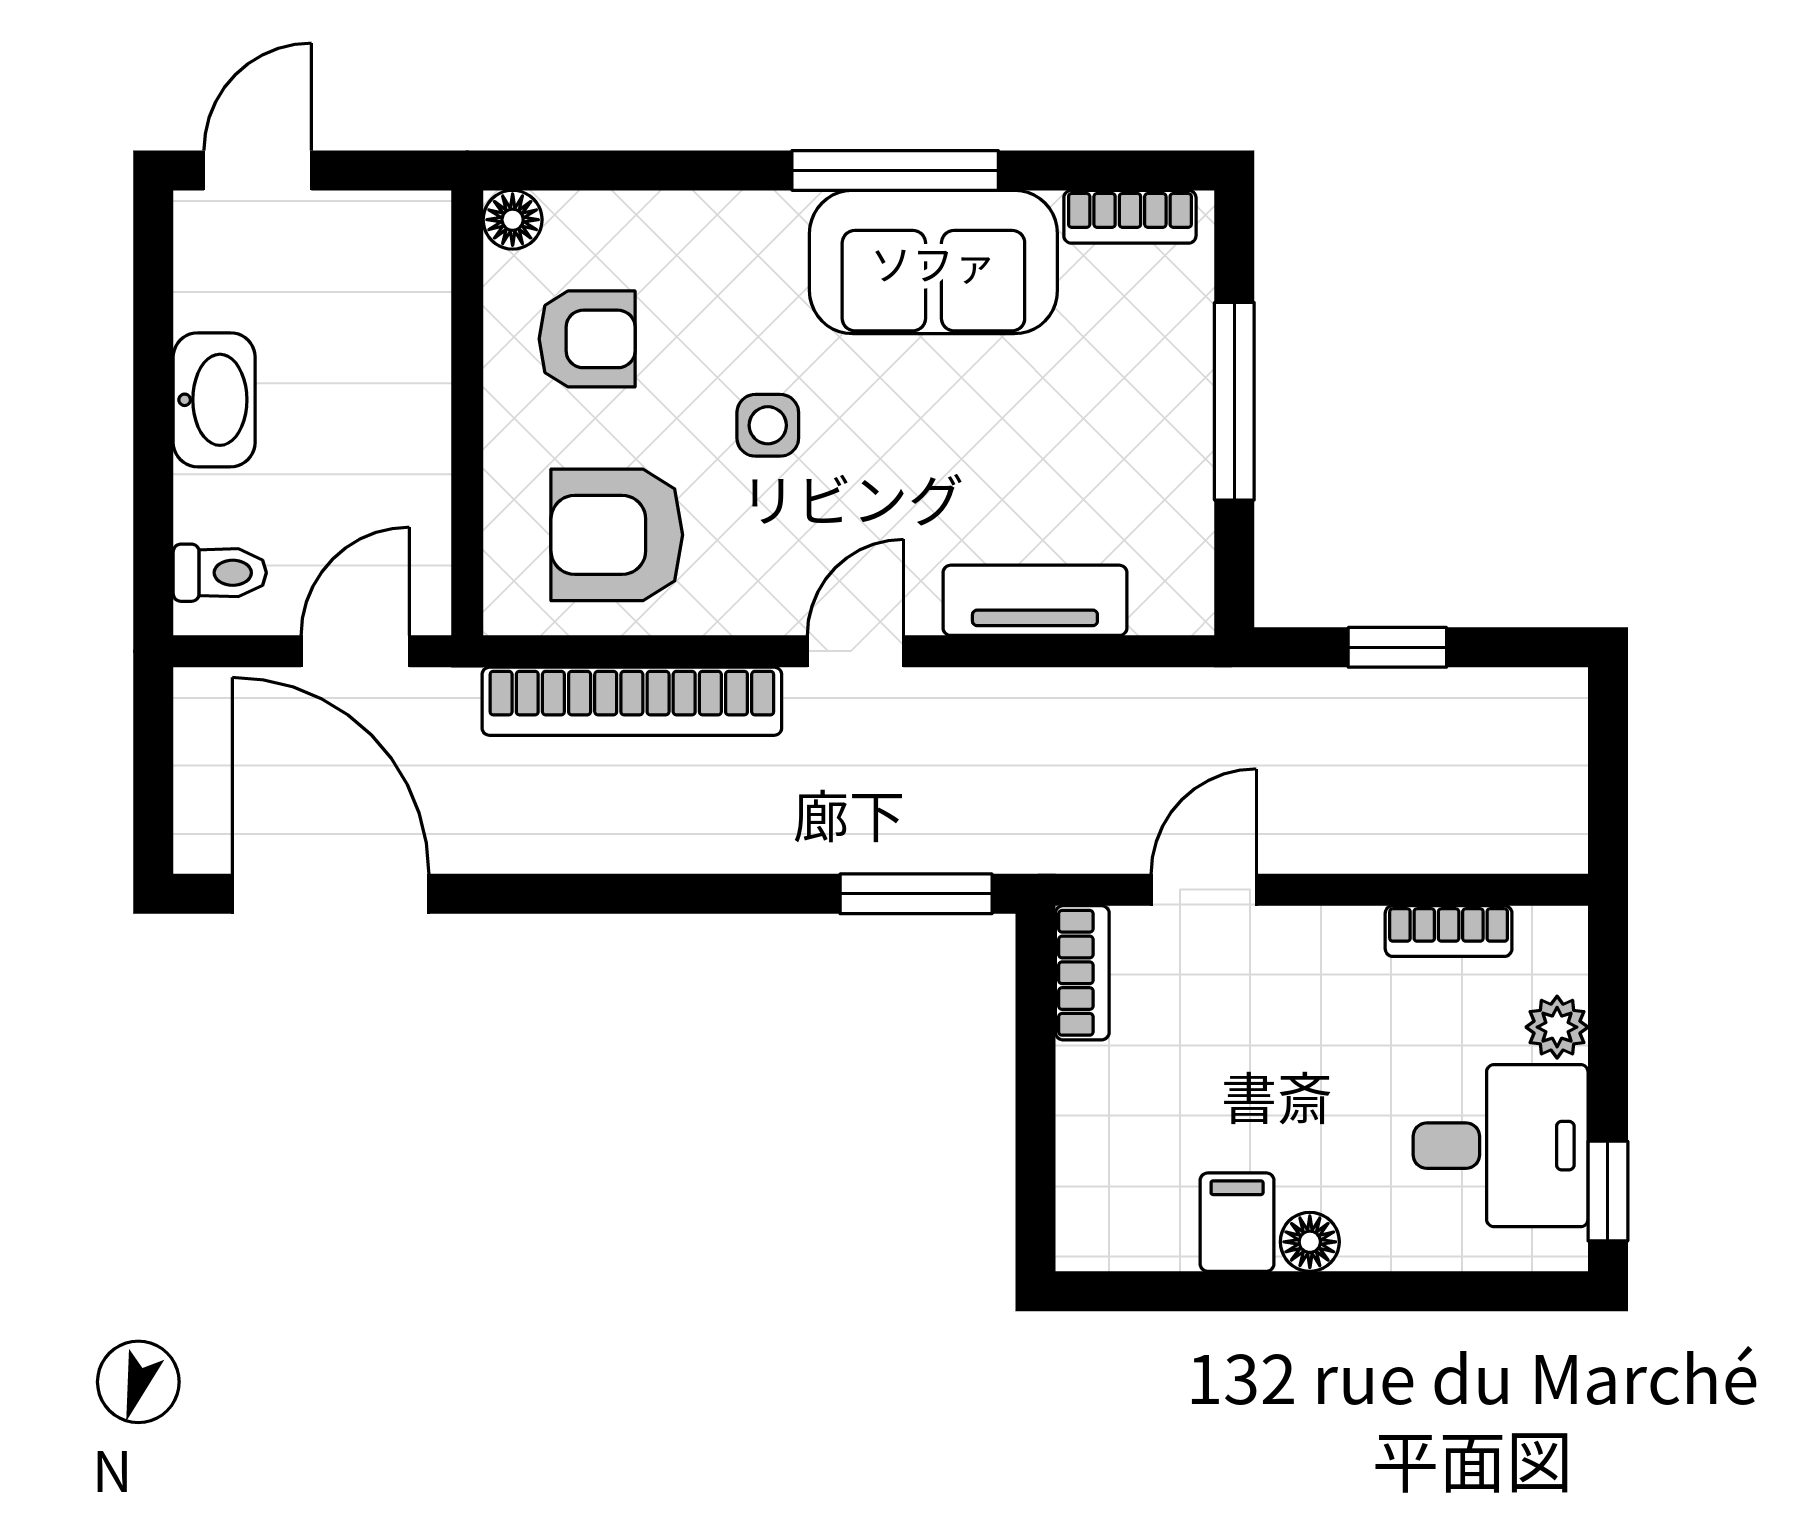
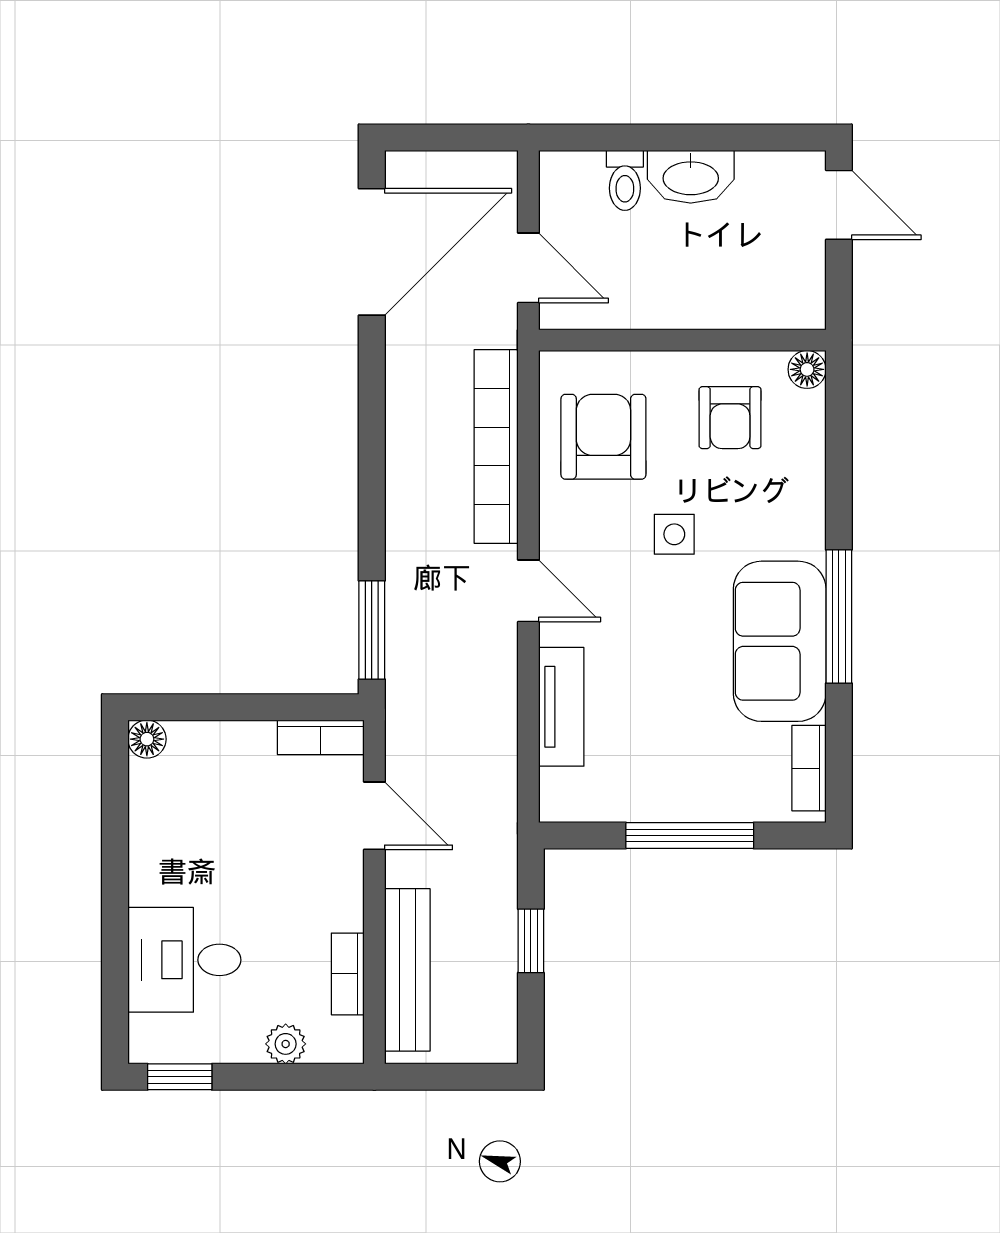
toilet: (220, 573) -> (625, 180), moved
bench: (1442, 839) -> (407, 970), added
desk: (1501, 1146) -> (184, 960), moved, turned 90
filing cabinet: (1237, 1222) -> (160, 837), removed
floor lamp: (1310, 1242) -> (147, 739), moved

